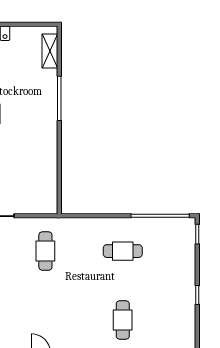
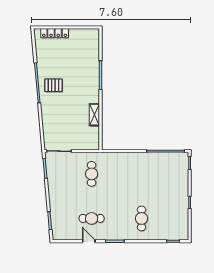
shelving: (50, 51) -> (94, 115), moved
cafe table: (123, 251) -> (92, 218), moved

